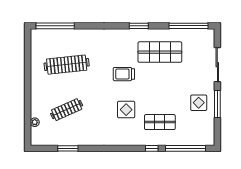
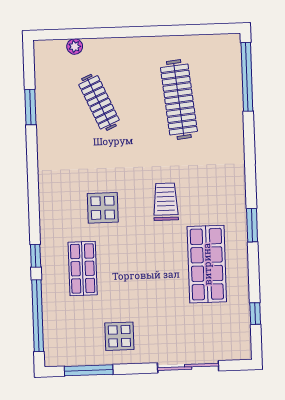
window: (189, 26) -> (255, 314), width x0.32
window: (217, 104) -> (89, 370), moved

